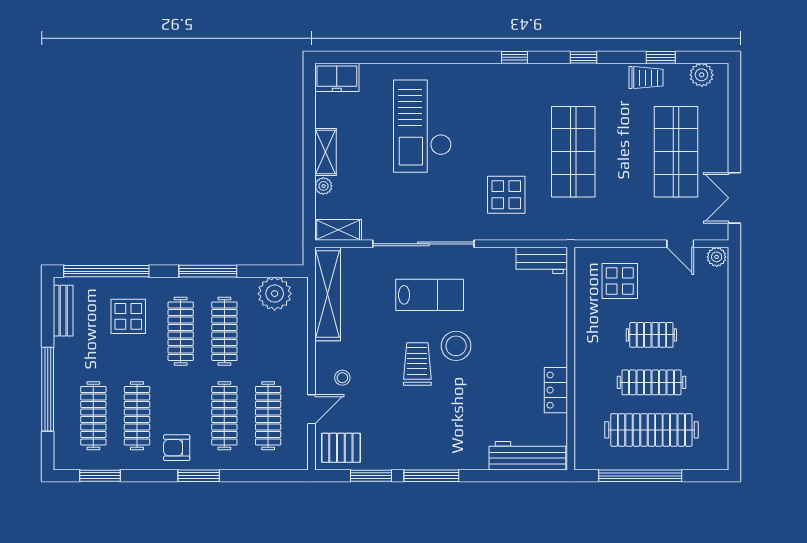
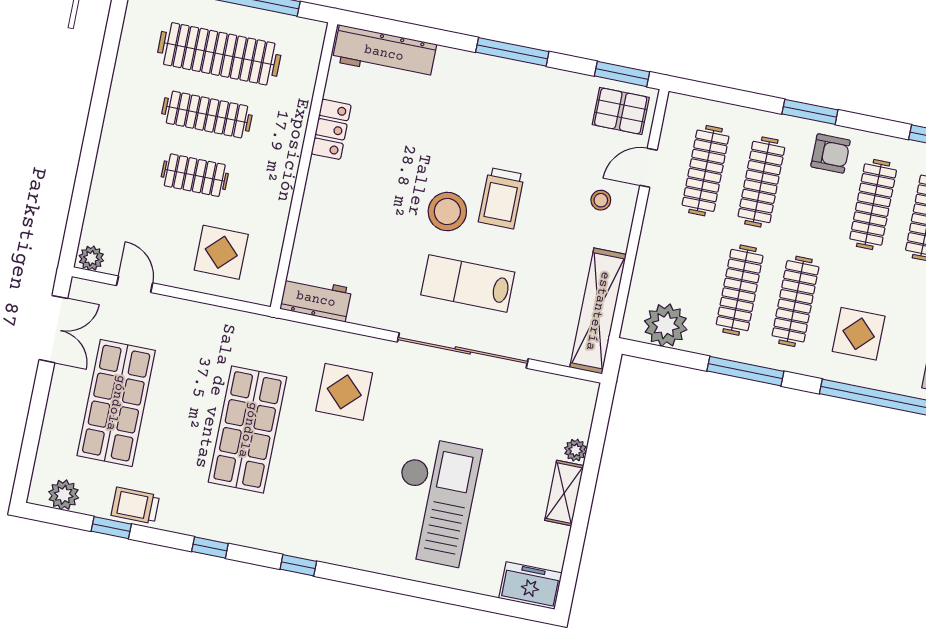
shelving: (338, 230) -> (568, 390), removed
window: (371, 476) -> (622, 74), moved

